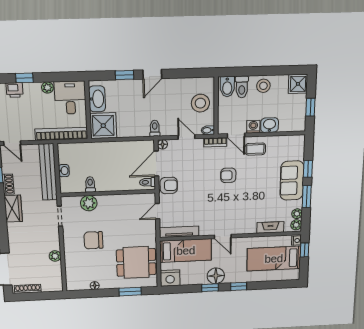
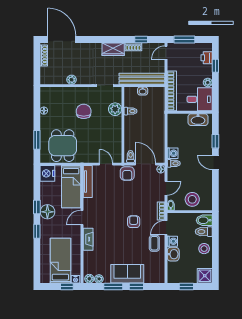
shower: (103, 126) -> (177, 123), removed
washing machine: (142, 130) -> (173, 153), added
fireplace: (270, 227) -> (88, 239), moved

